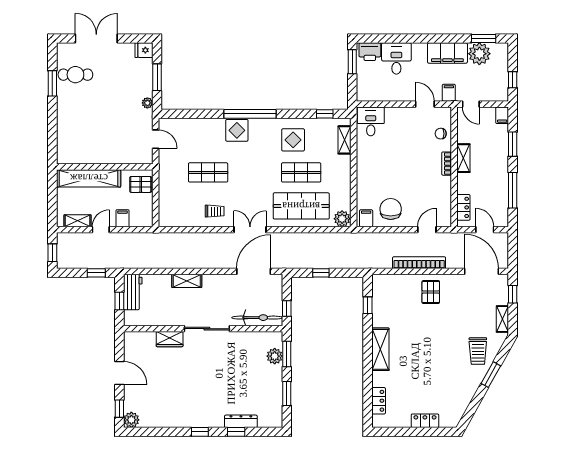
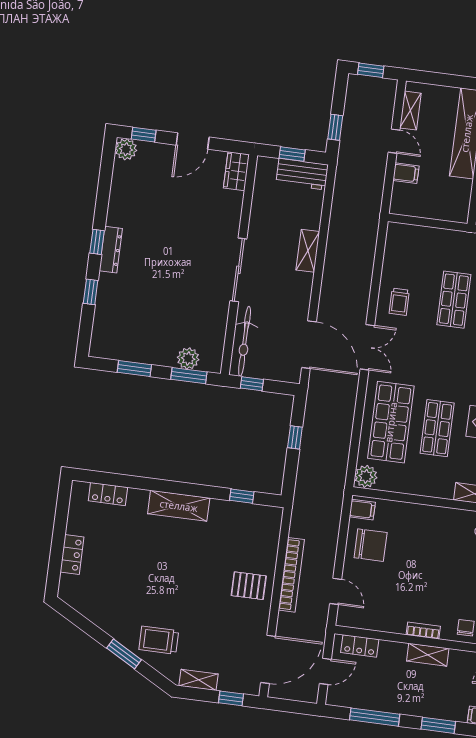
pallet: (141, 184) -> (449, 204), removed
wardrobe: (170, 339) -> (236, 171), moved
dresser: (241, 421) -> (111, 250), moved

